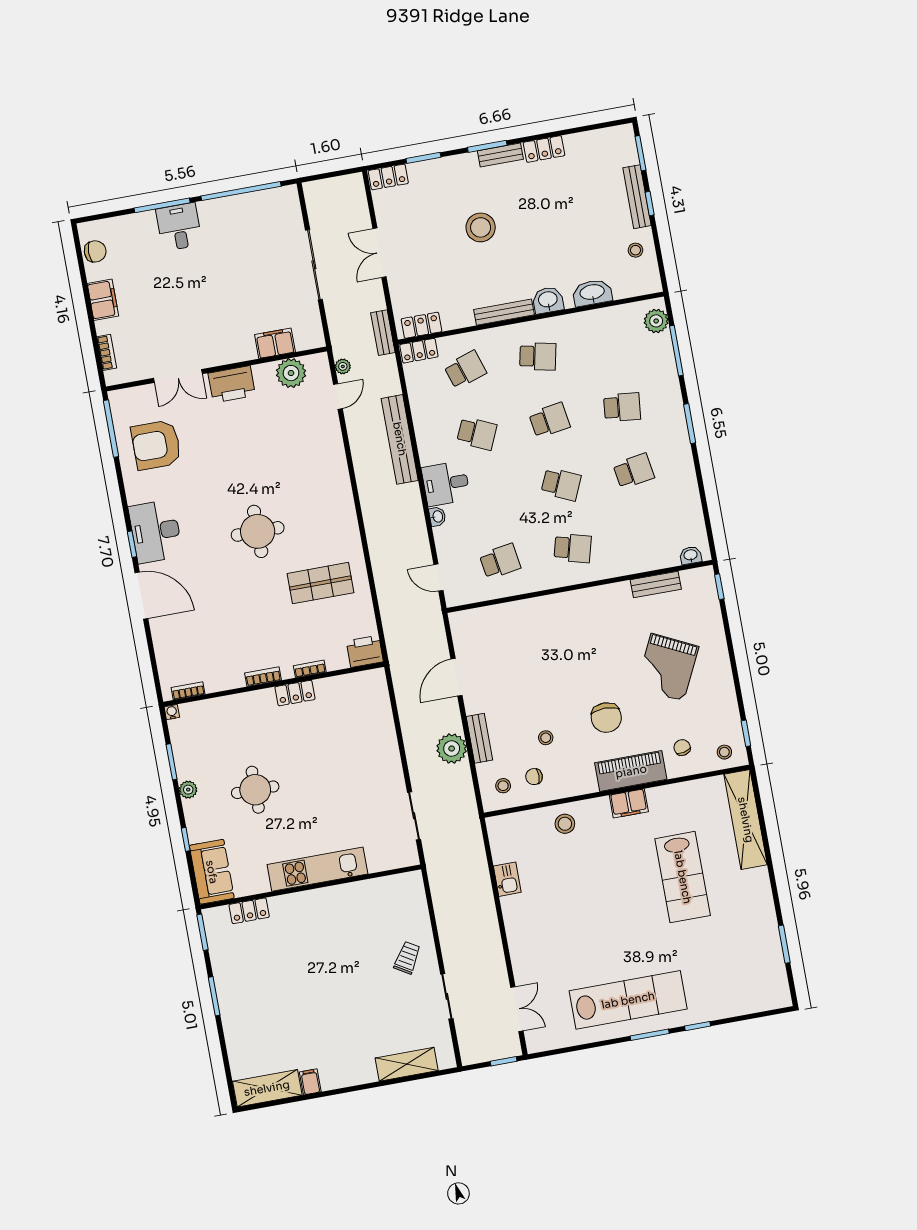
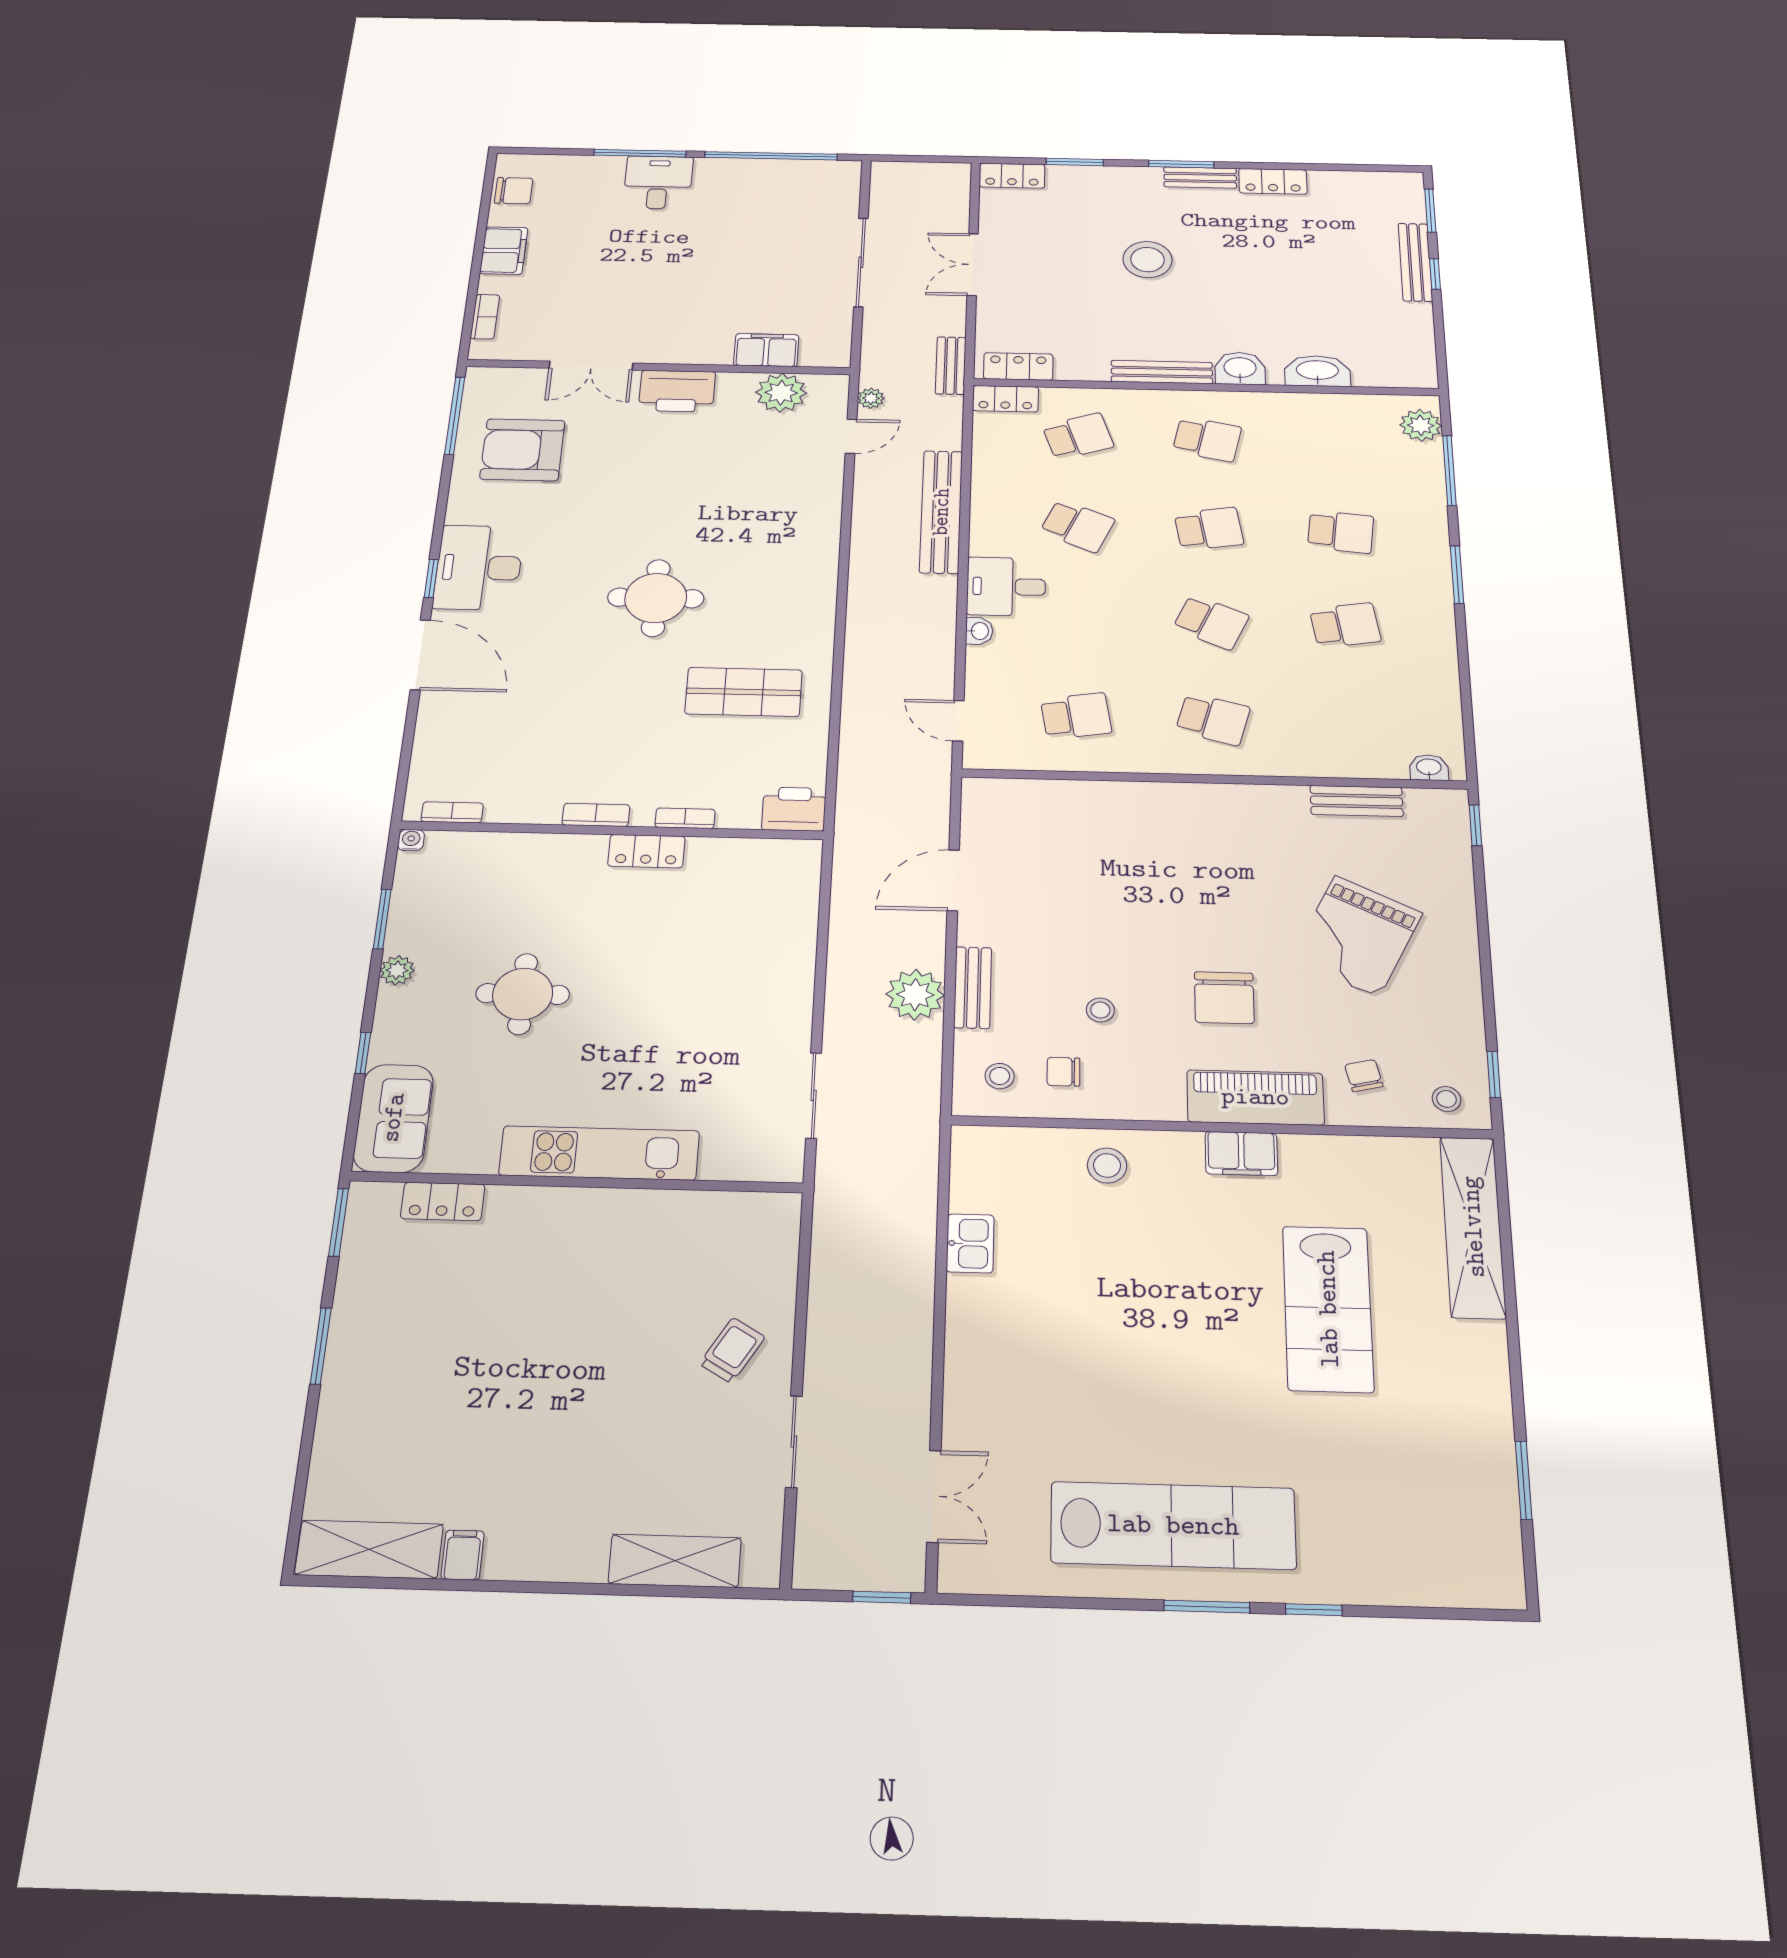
stool: (635, 250) -> (1401, 328), removed

